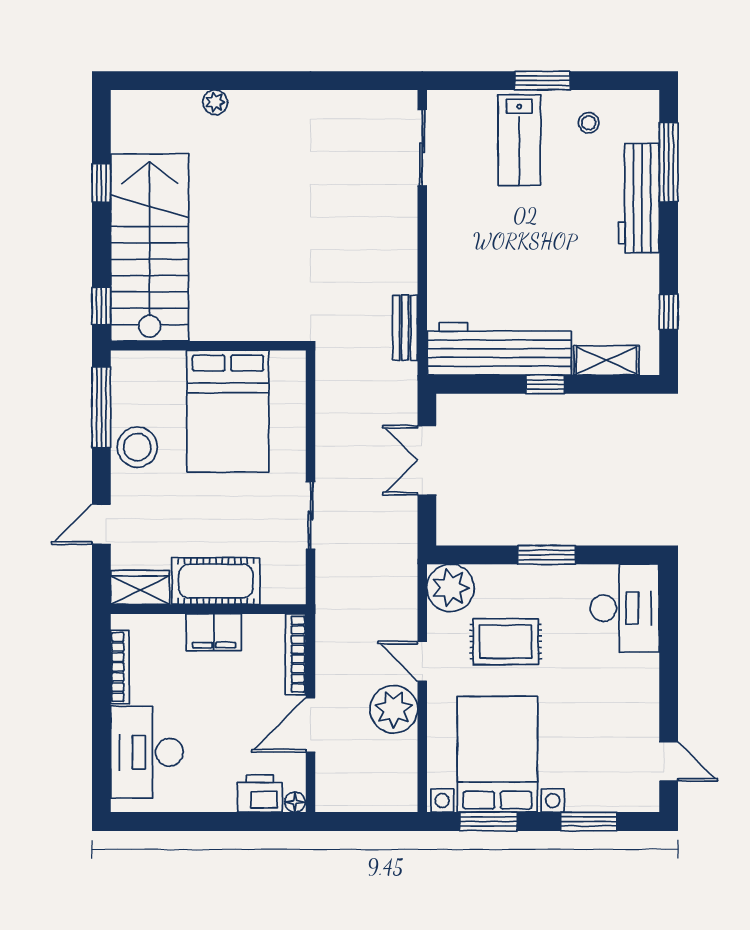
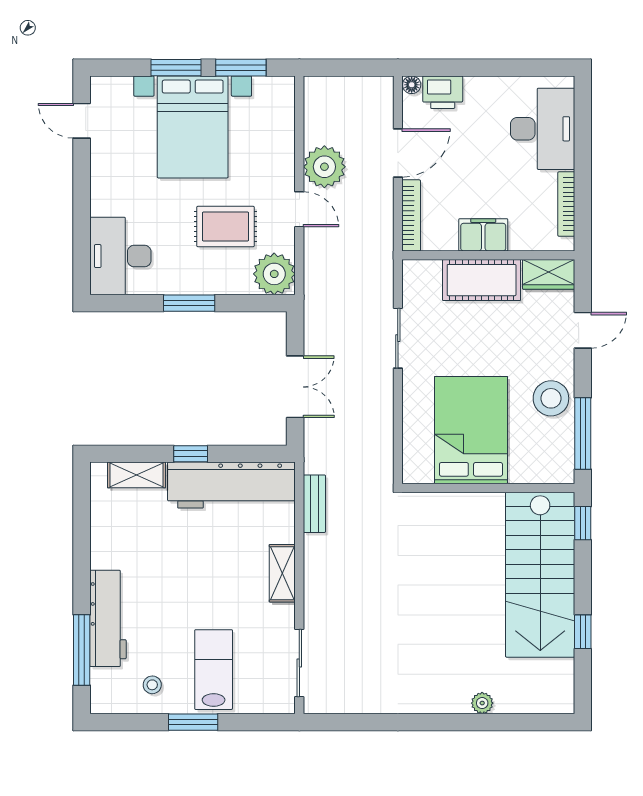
shelving: (441, 249) -> (282, 573), added
window: (669, 312) -> (82, 518), removed
bed with nightstands: (497, 754) -> (193, 127), moved
window: (589, 821) -> (176, 68), moved

